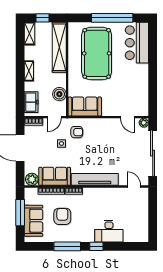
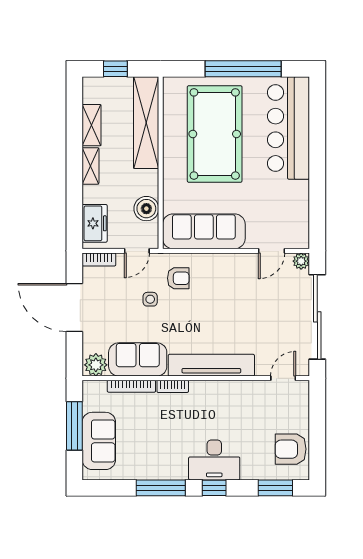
shelving: (30, 33) -> (92, 125), moved
bar counter: (137, 43) -> (288, 128), width x1.36
sofa: (85, 107) -> (204, 231), width x1.36
door: (128, 117) -> (272, 251), hinge flipped
door: (134, 187) -> (283, 378), hinge flipped
armchair: (62, 216) -> (291, 449), moved, turned -90
desk: (109, 231) -> (214, 460), moved
window: (130, 246) -> (275, 488), added

